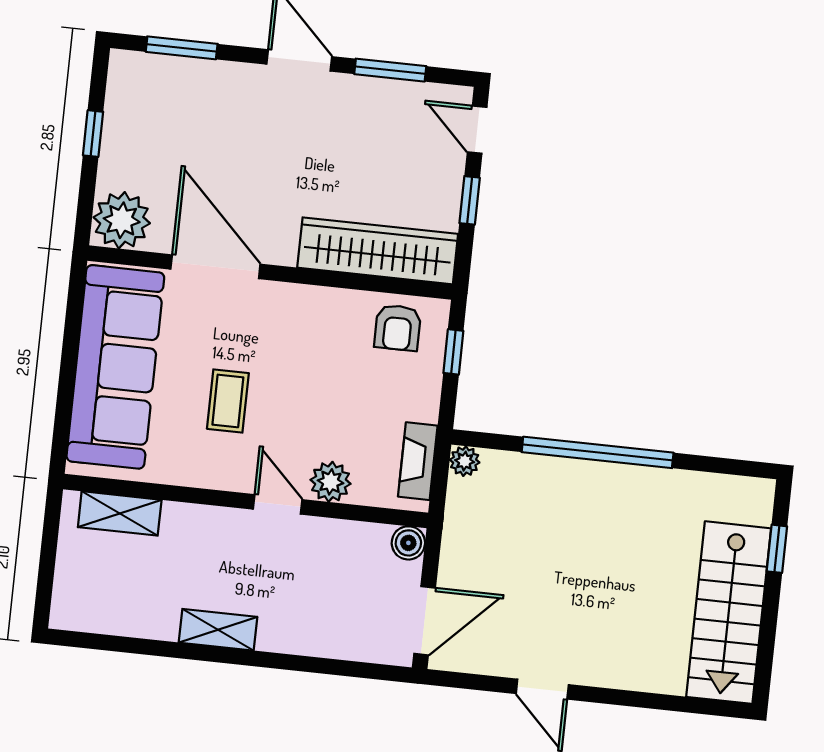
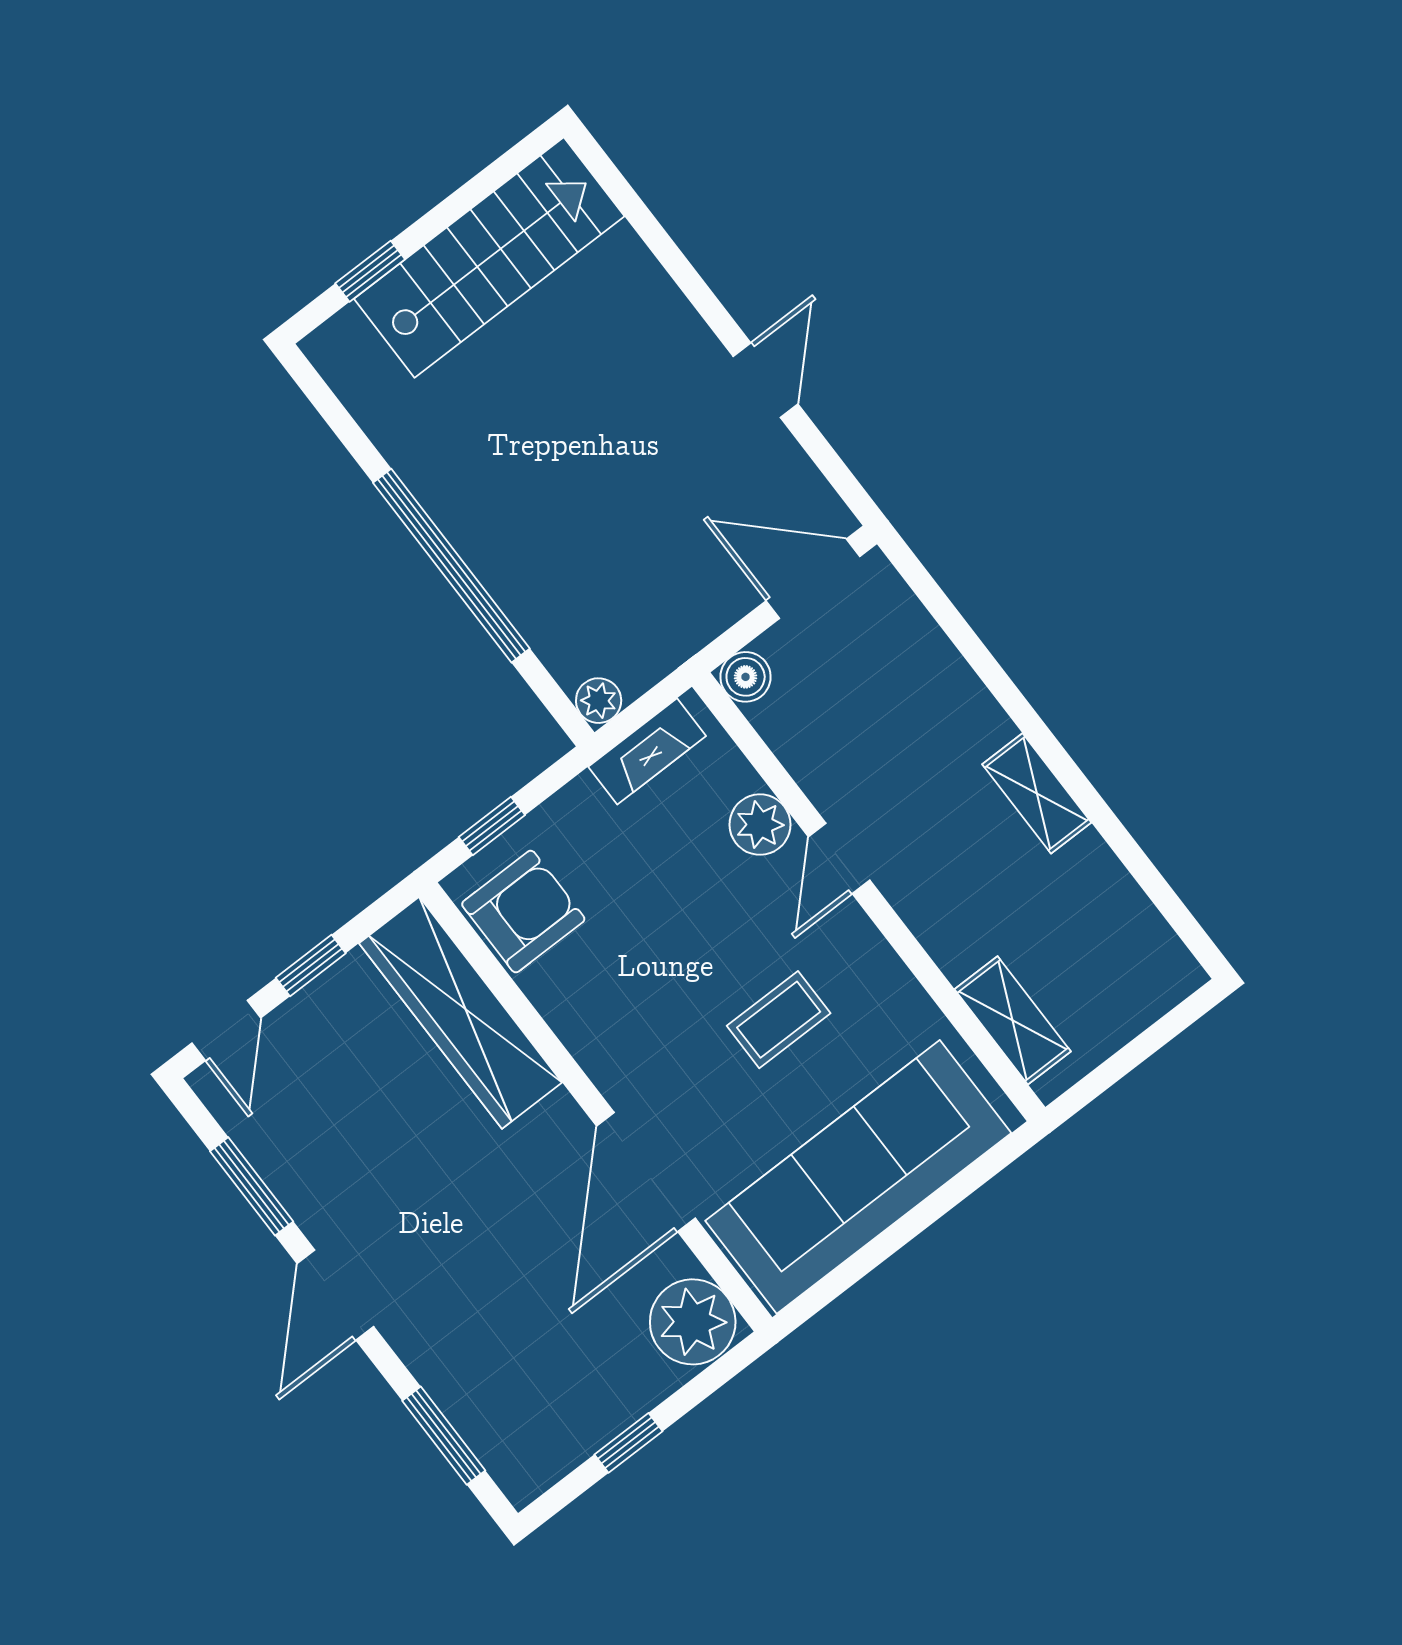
armchair: (398, 328) -> (523, 912), width x1.38, depth x1.38

